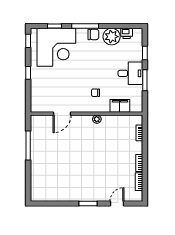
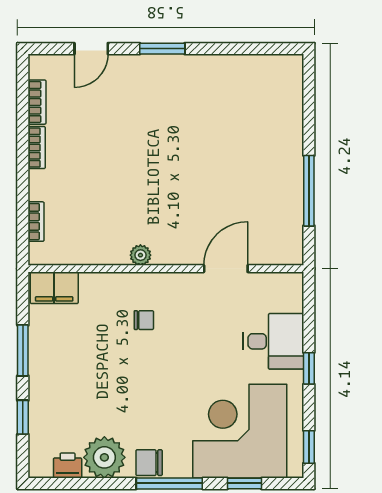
desk: (130, 73) -> (273, 341), moved, turned 180
filing cabinet: (120, 106) -> (54, 288), moved

